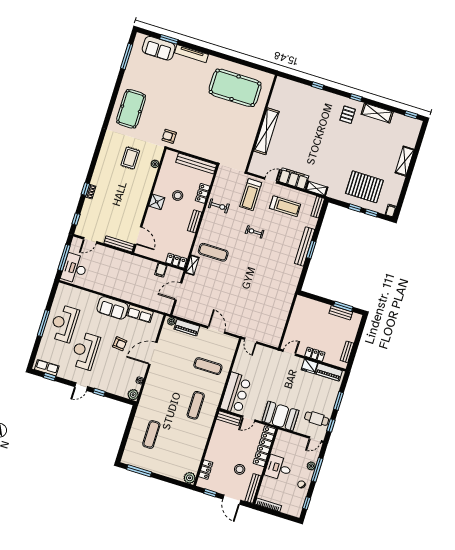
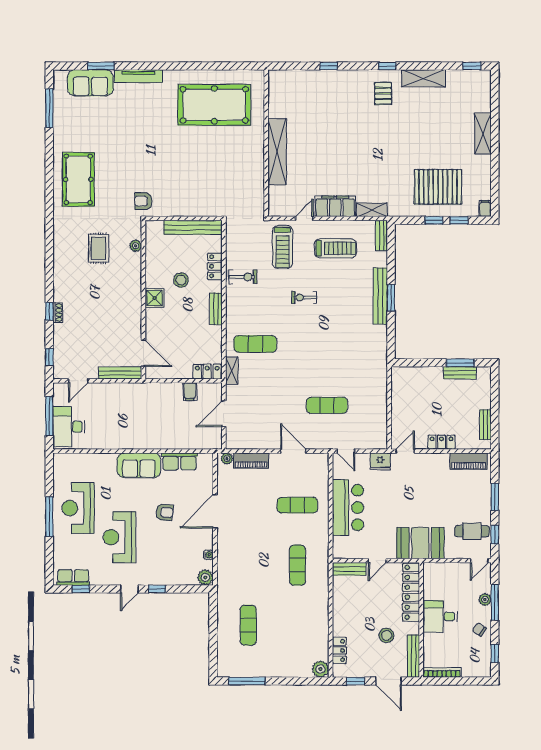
exercise mat: (248, 307) -> (327, 405), added
fridge: (309, 366) -> (380, 461), moved
bar counter: (236, 393) -> (348, 508), moved

